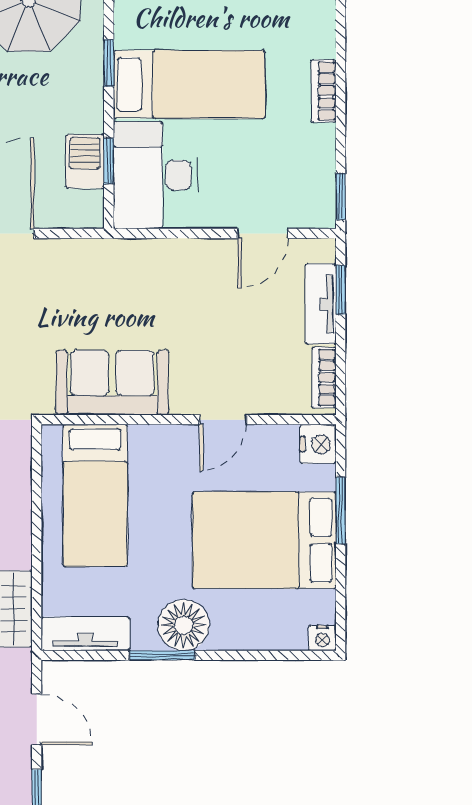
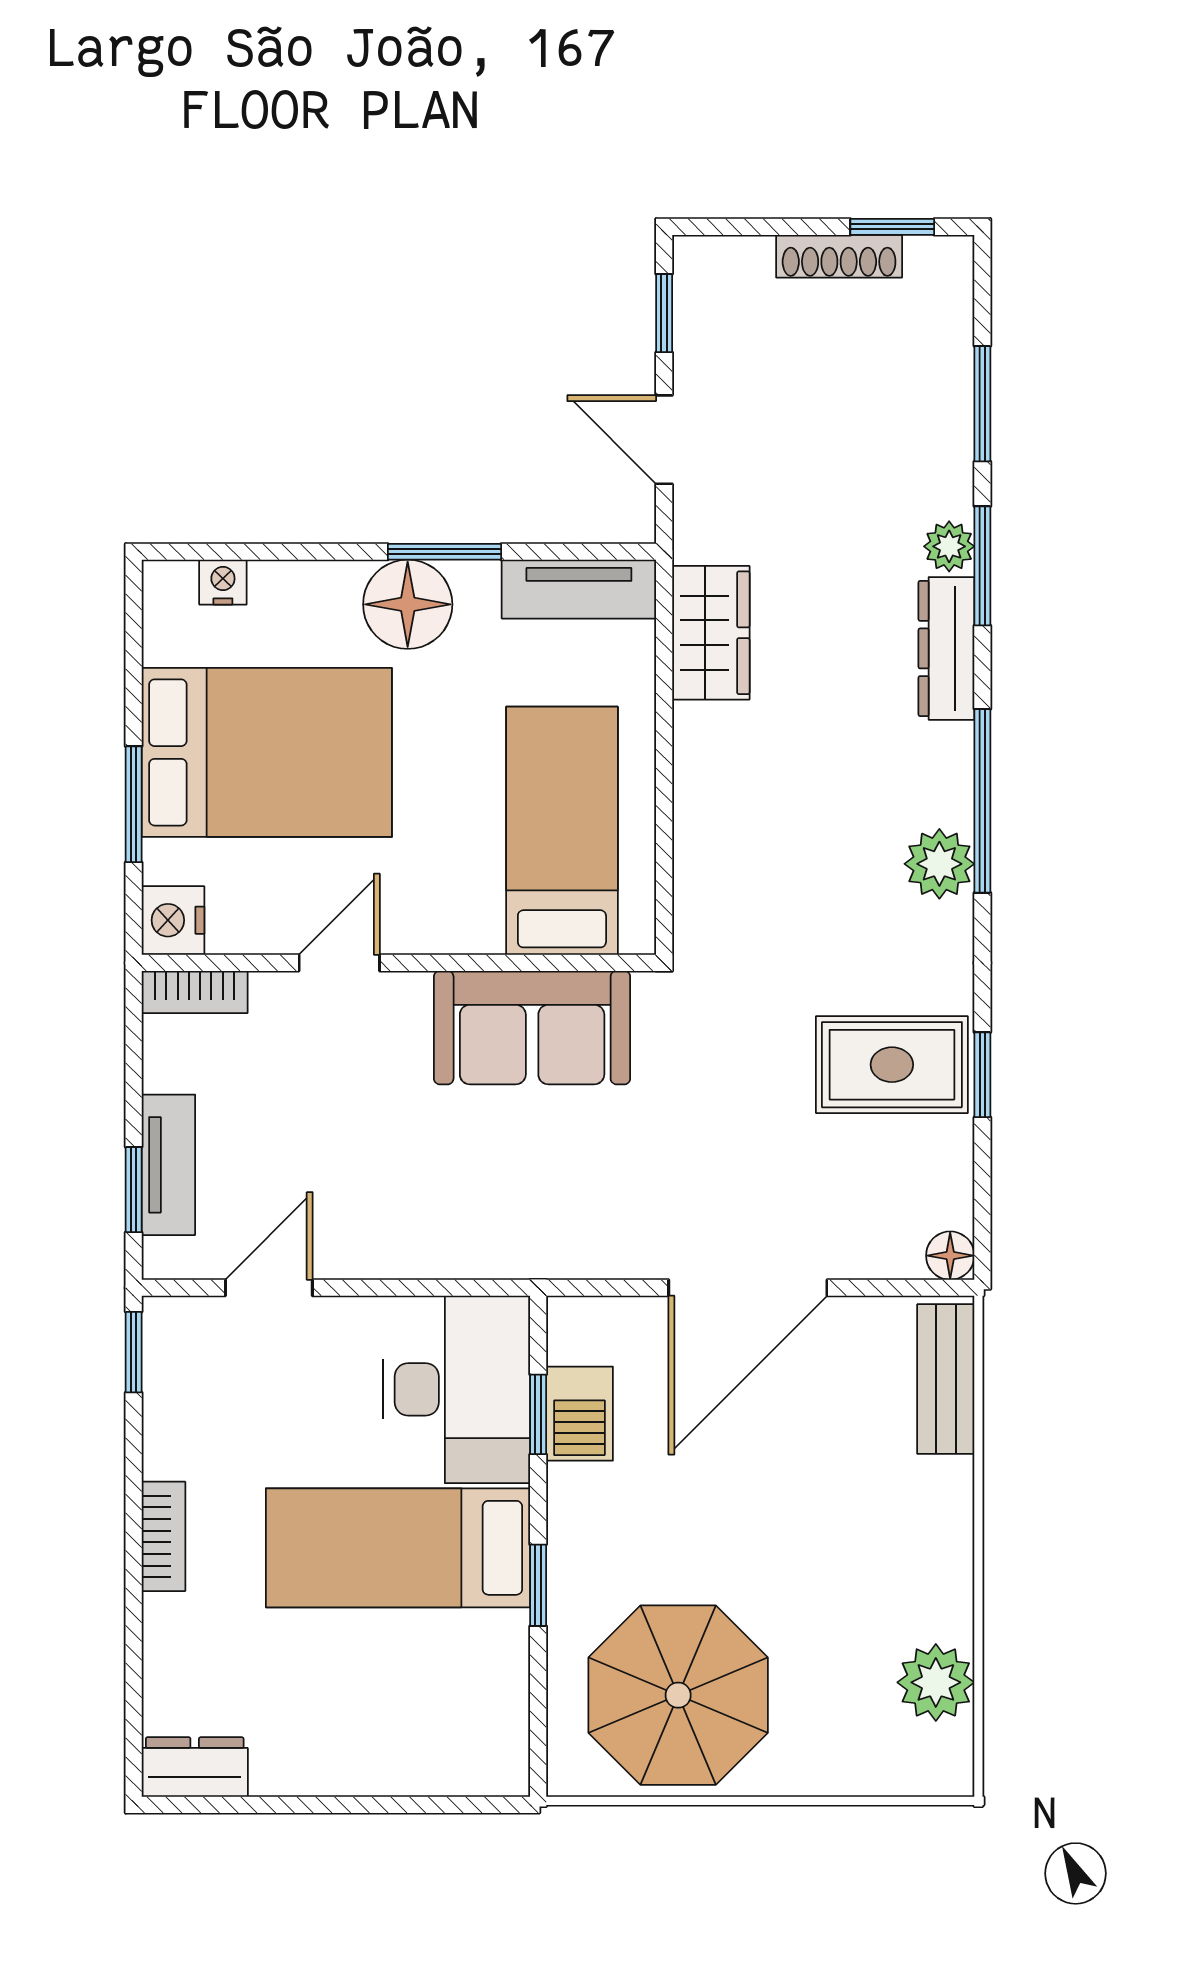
bookcase: (324, 378) -> (195, 992), moved, turned 90
nightstand: (322, 638) -> (223, 582), moved

